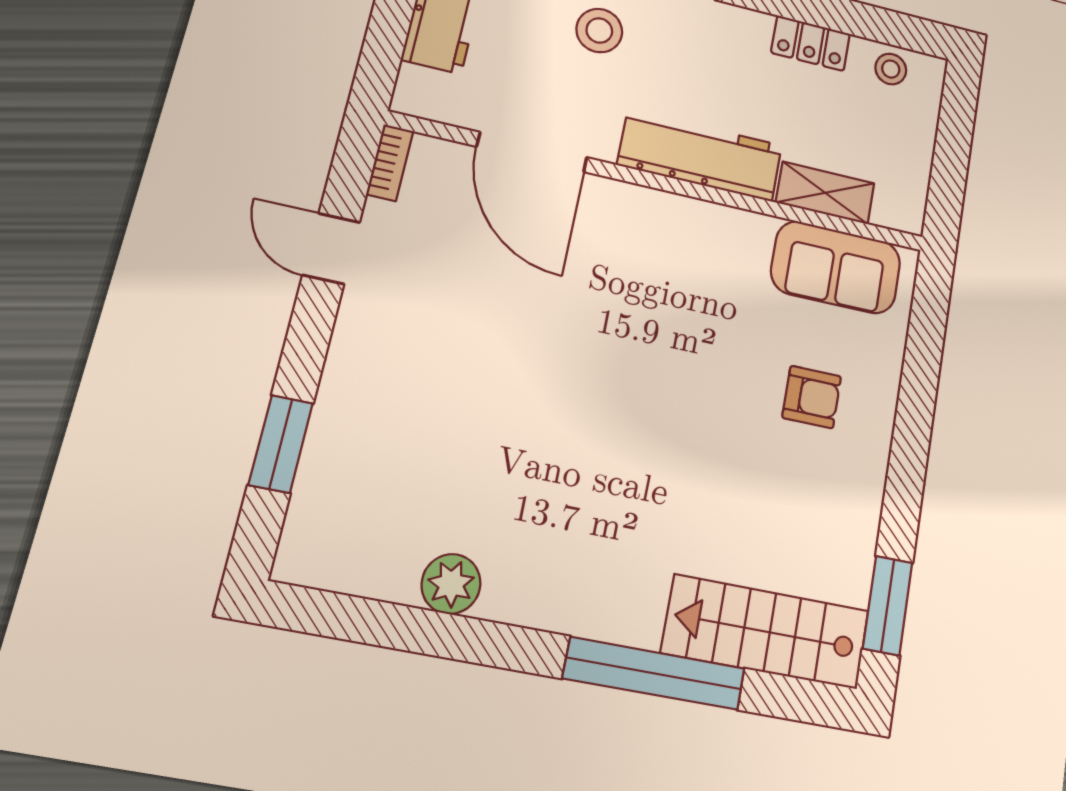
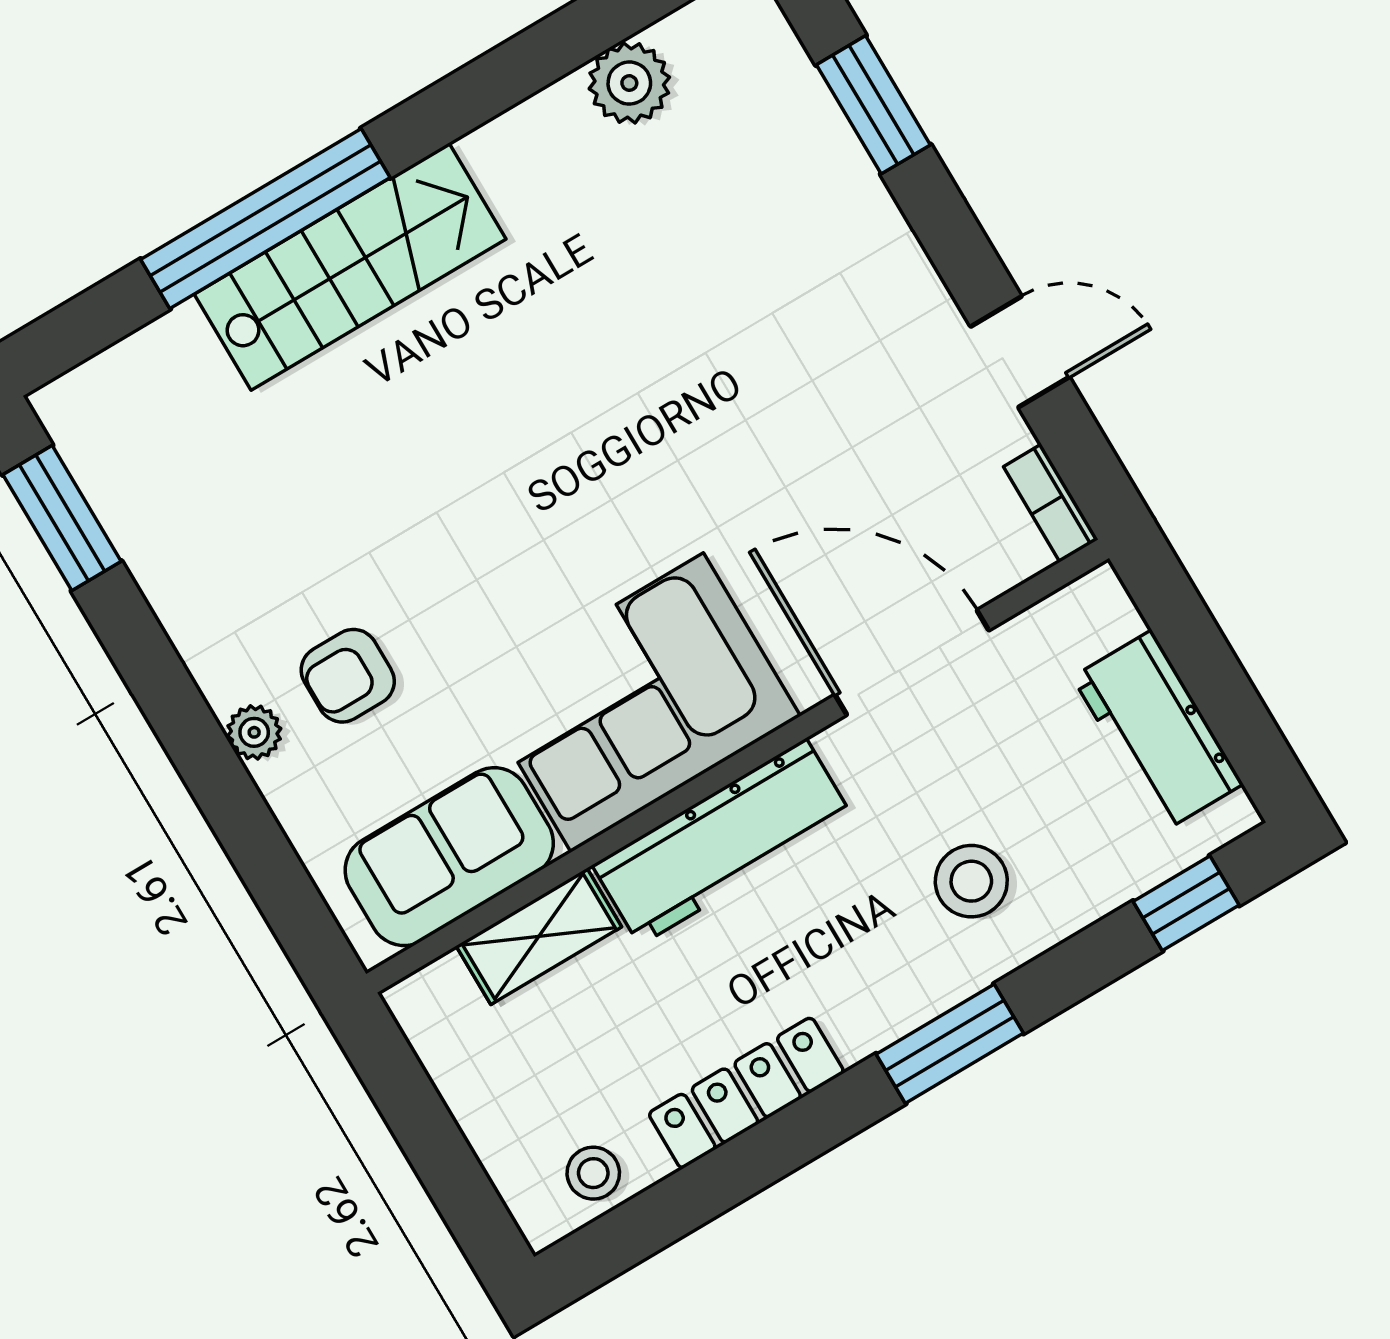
locker: (811, 43) -> (746, 1093), width x1.53
corner sofa: (683, 256) -> (637, 702), added
plant: (880, 411) -> (254, 732), added
plant: (451, 584) -> (629, 83), moved
stairs: (766, 632) -> (350, 267), moved

